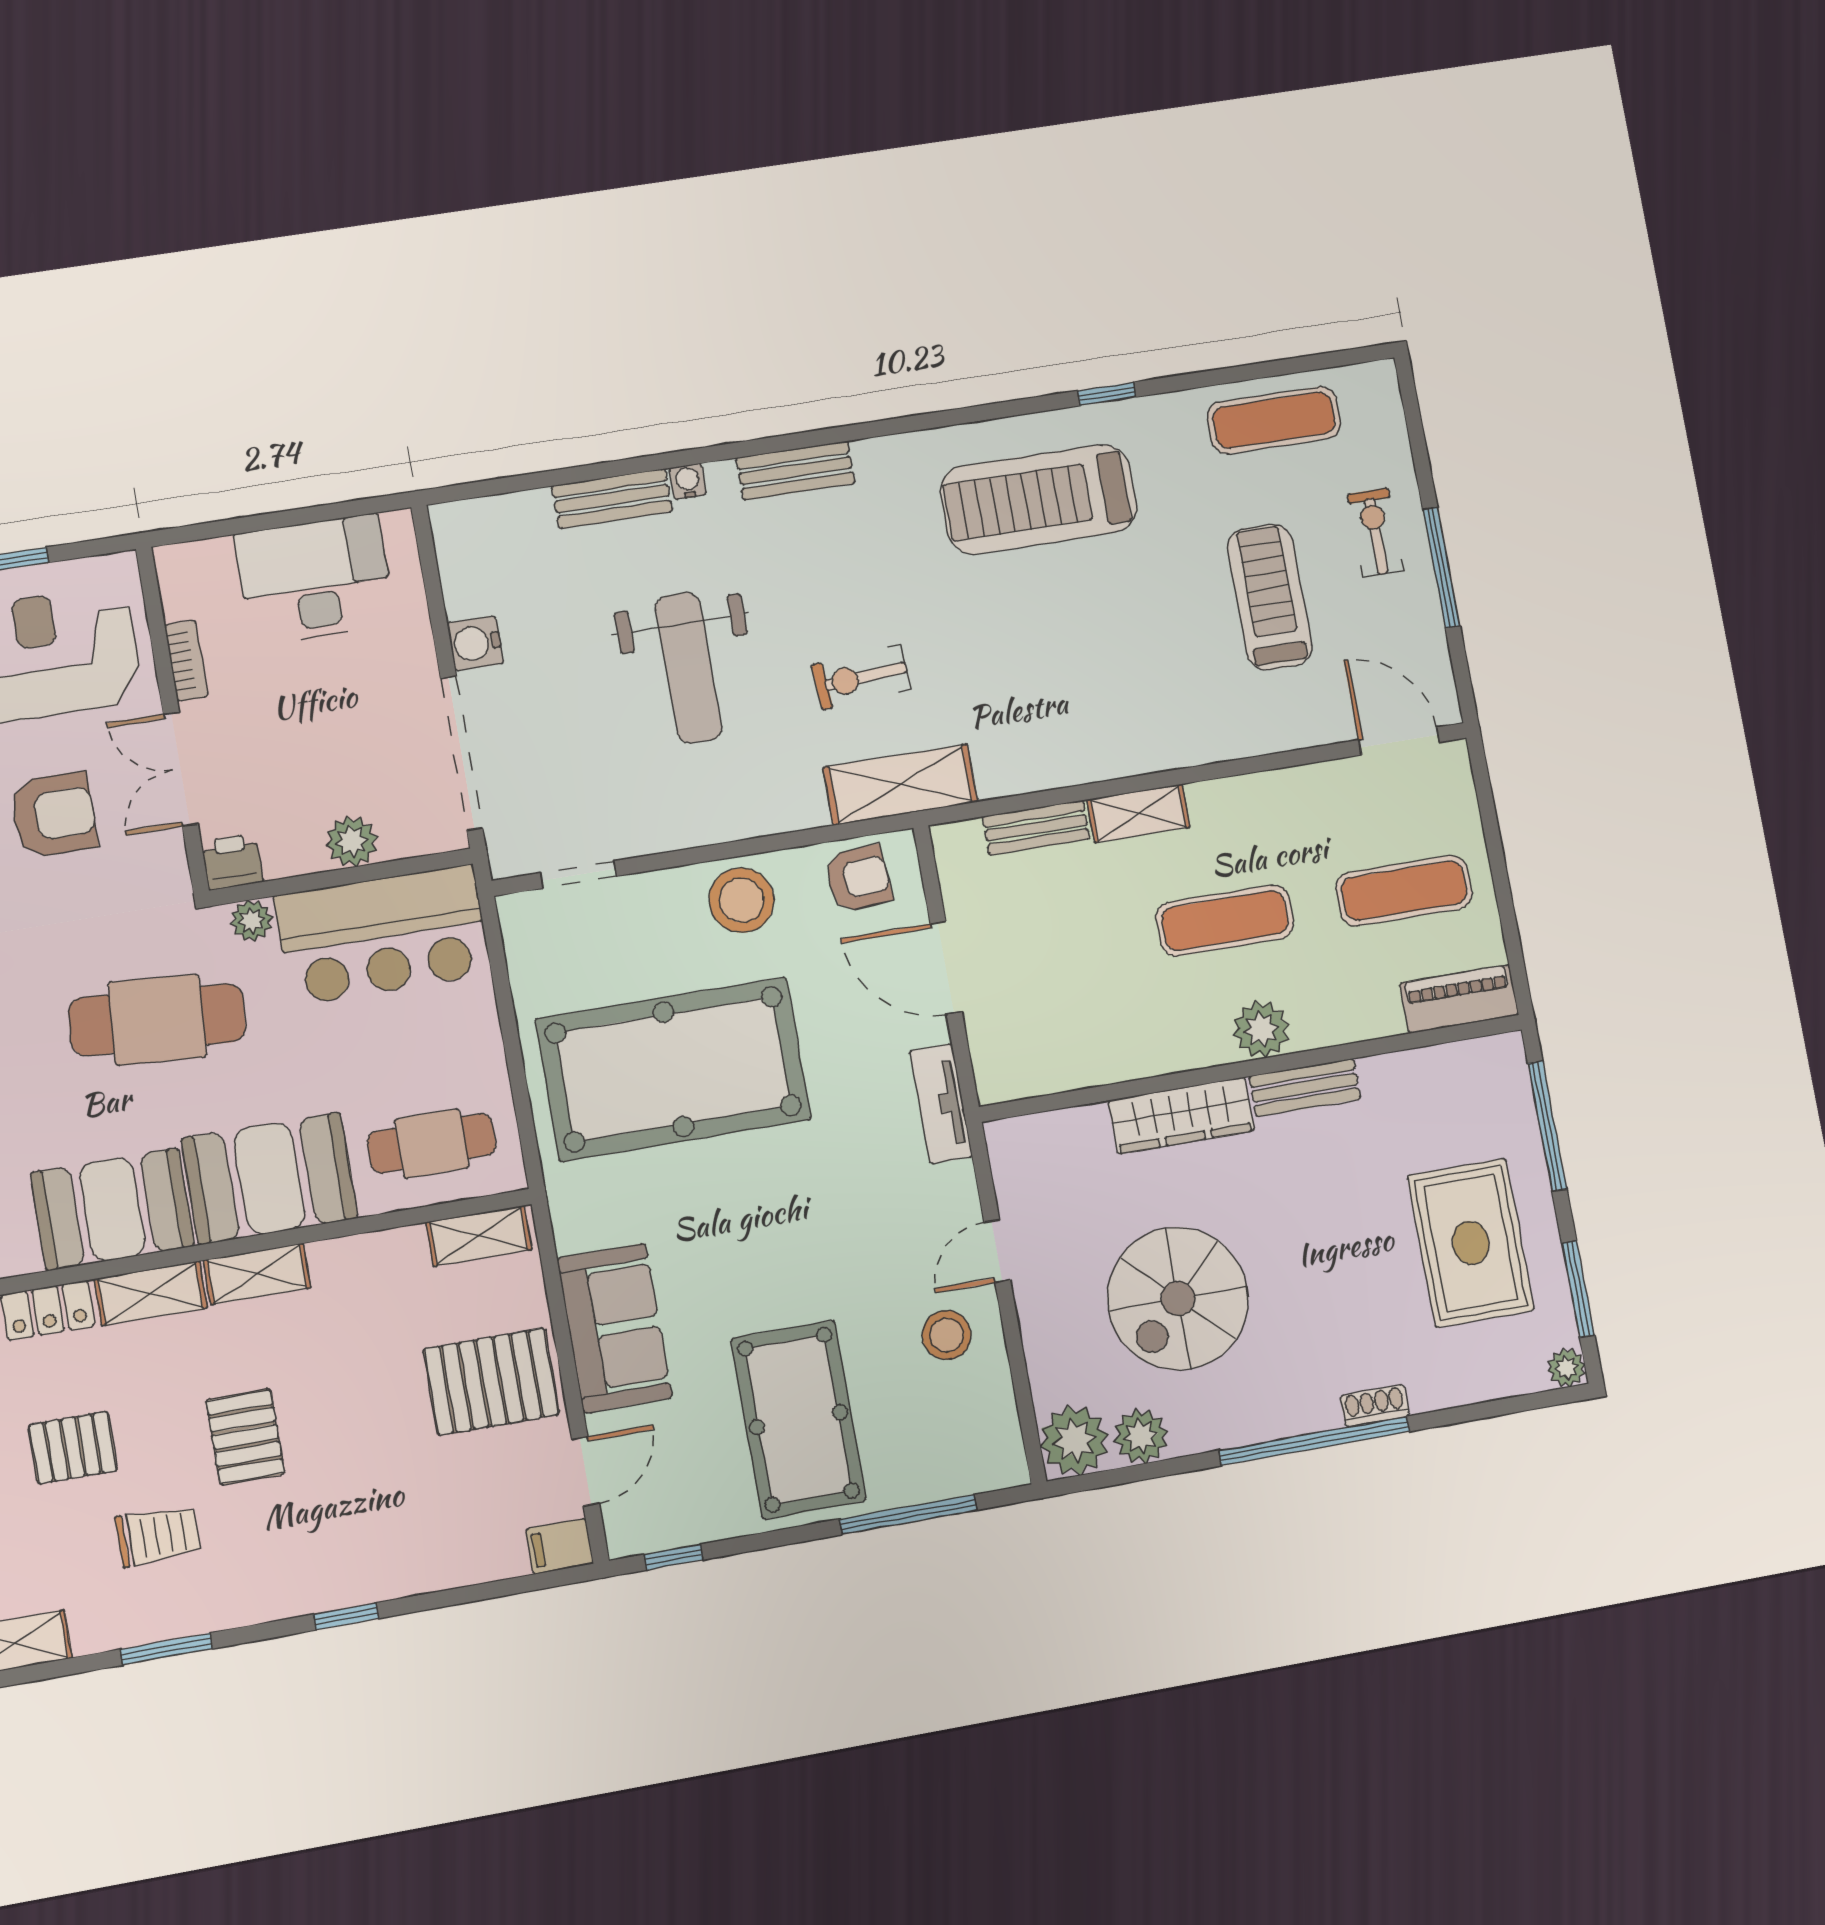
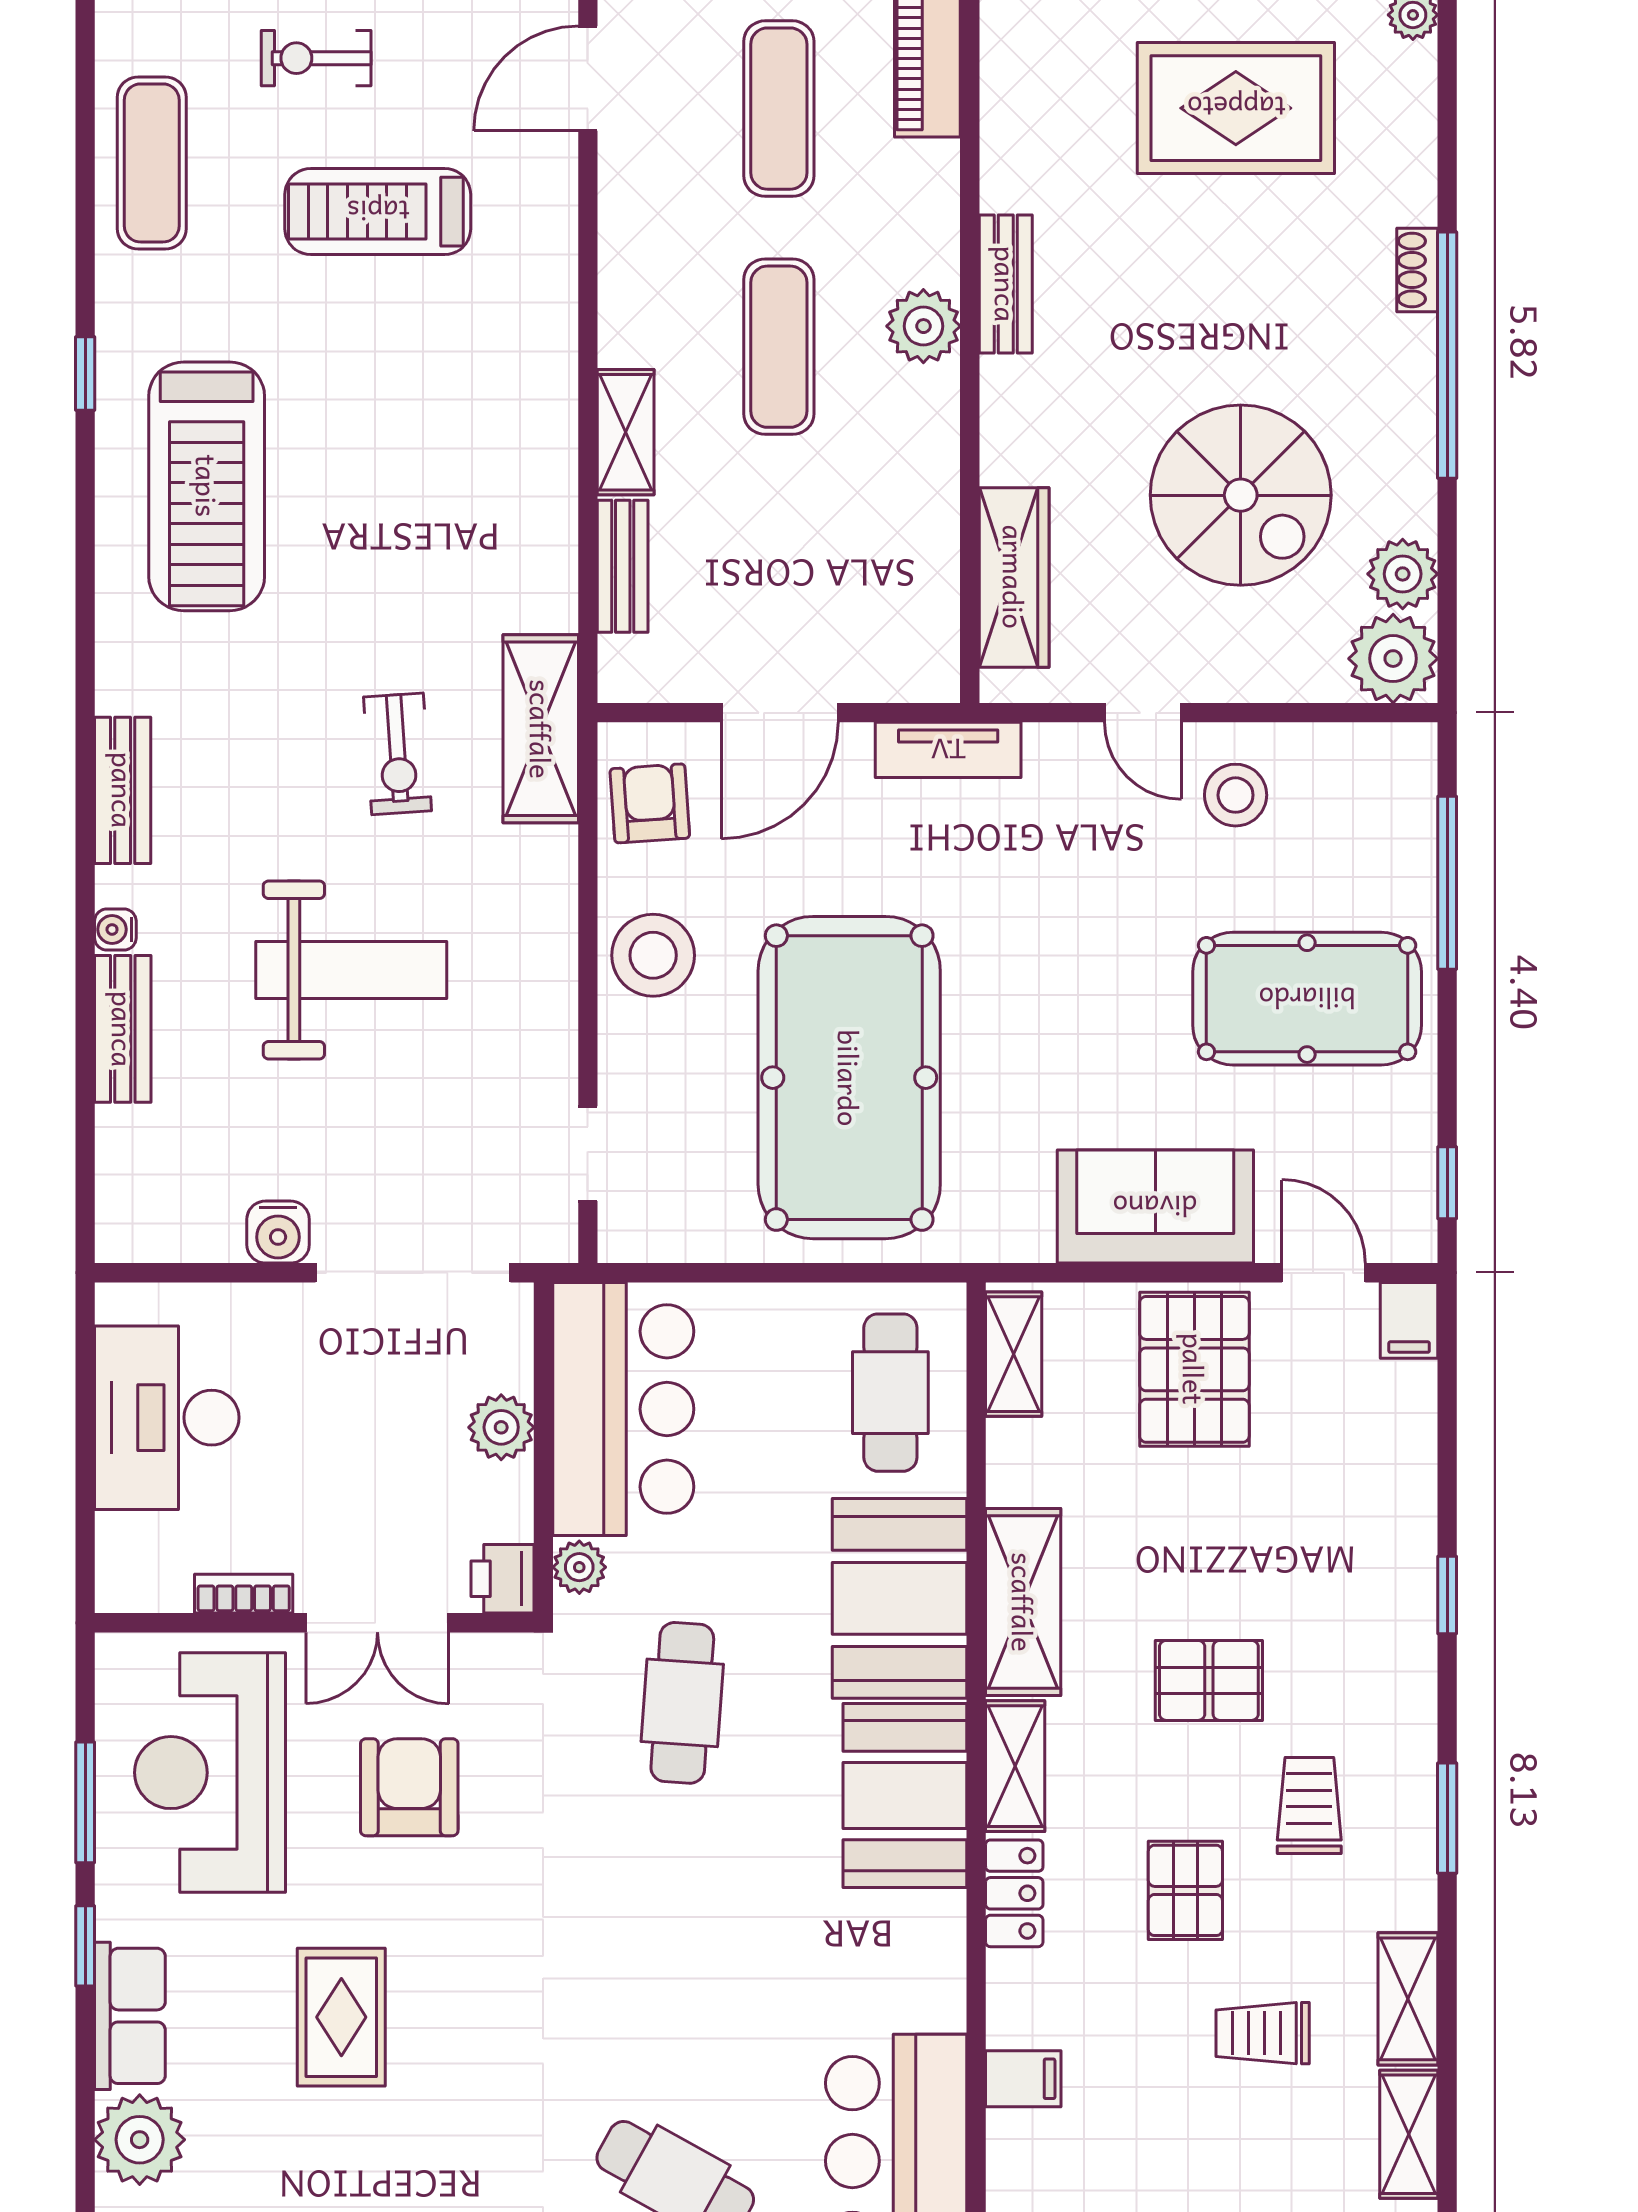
cafe table: (157, 1020) -> (682, 1703), width x0.73, depth x0.74
wardrobe: (1181, 1116) -> (1014, 577), moved
shelving: (257, 1274) -> (1023, 1602), width x1.50, depth x1.33

